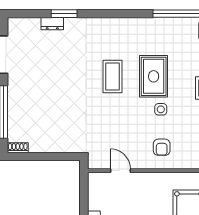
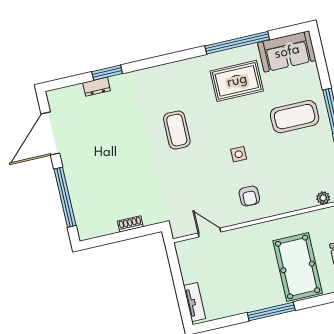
rug: (154, 76) -> (237, 81), moved, turned 90
shoe rack: (18, 148) -> (130, 224), moved

